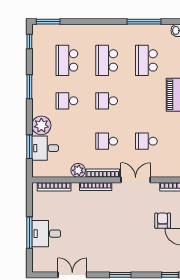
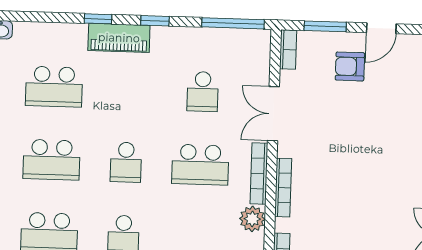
school desk: (107, 141) -> (200, 165), width x1.85

